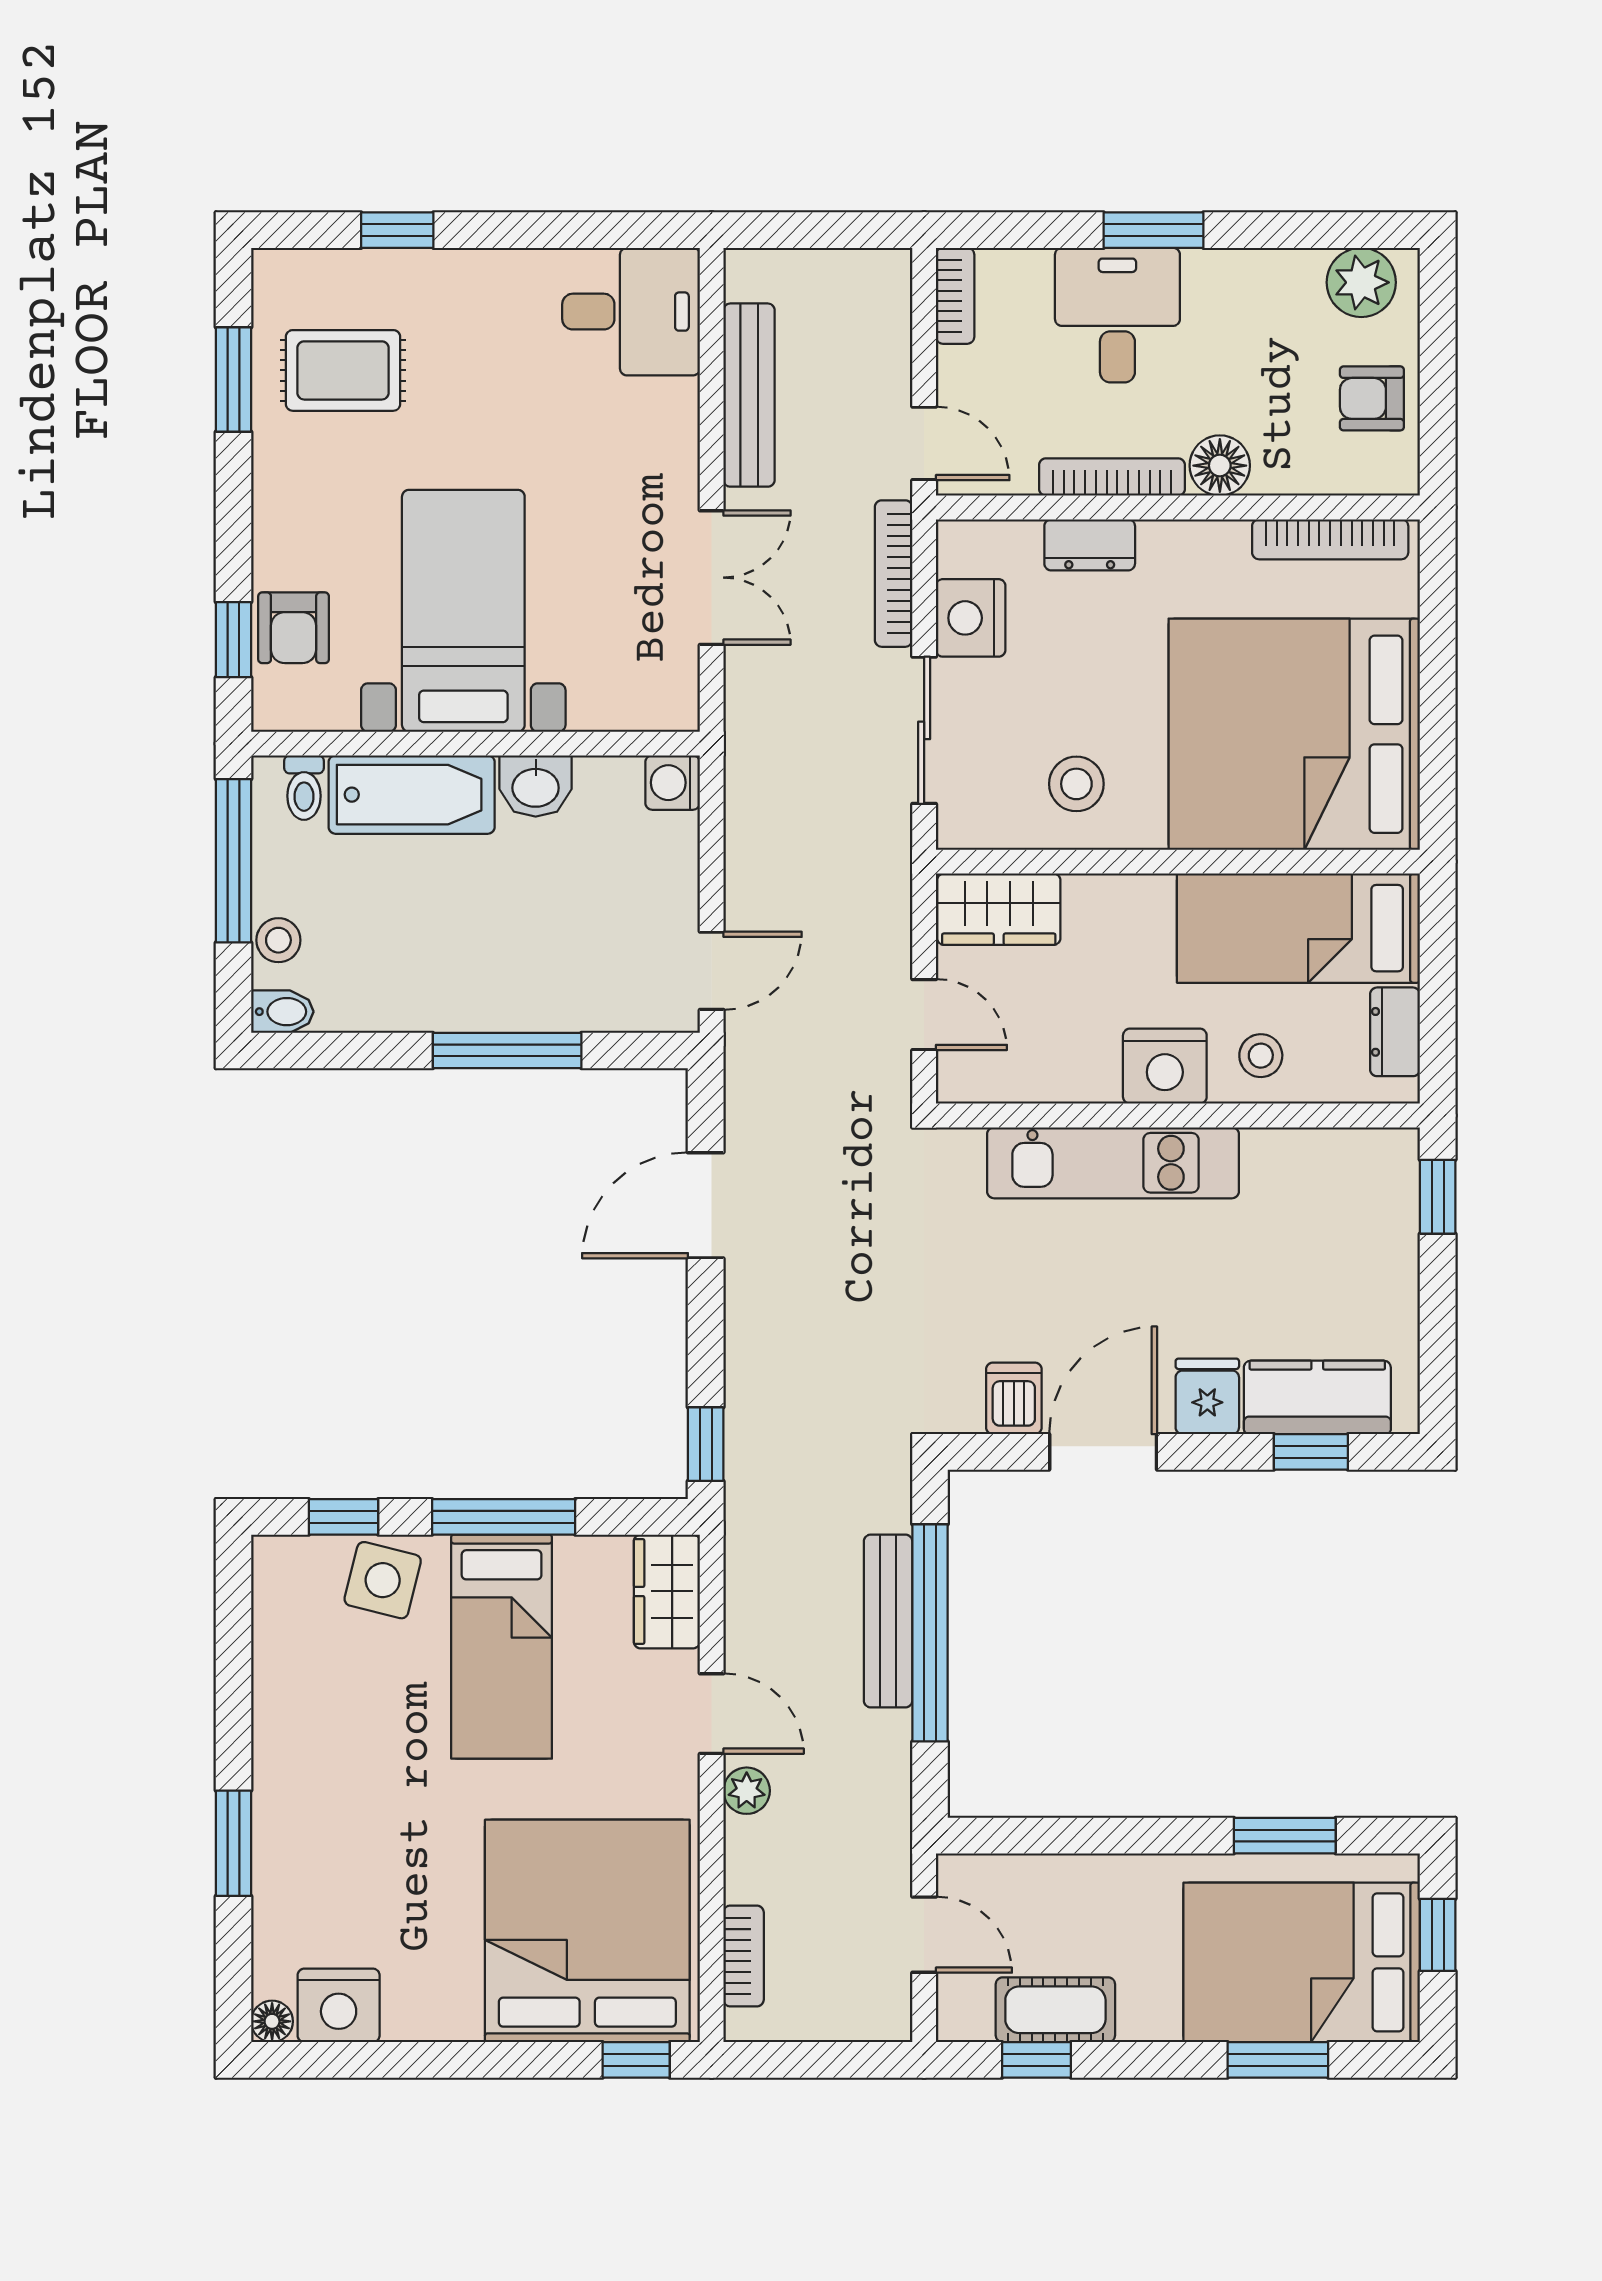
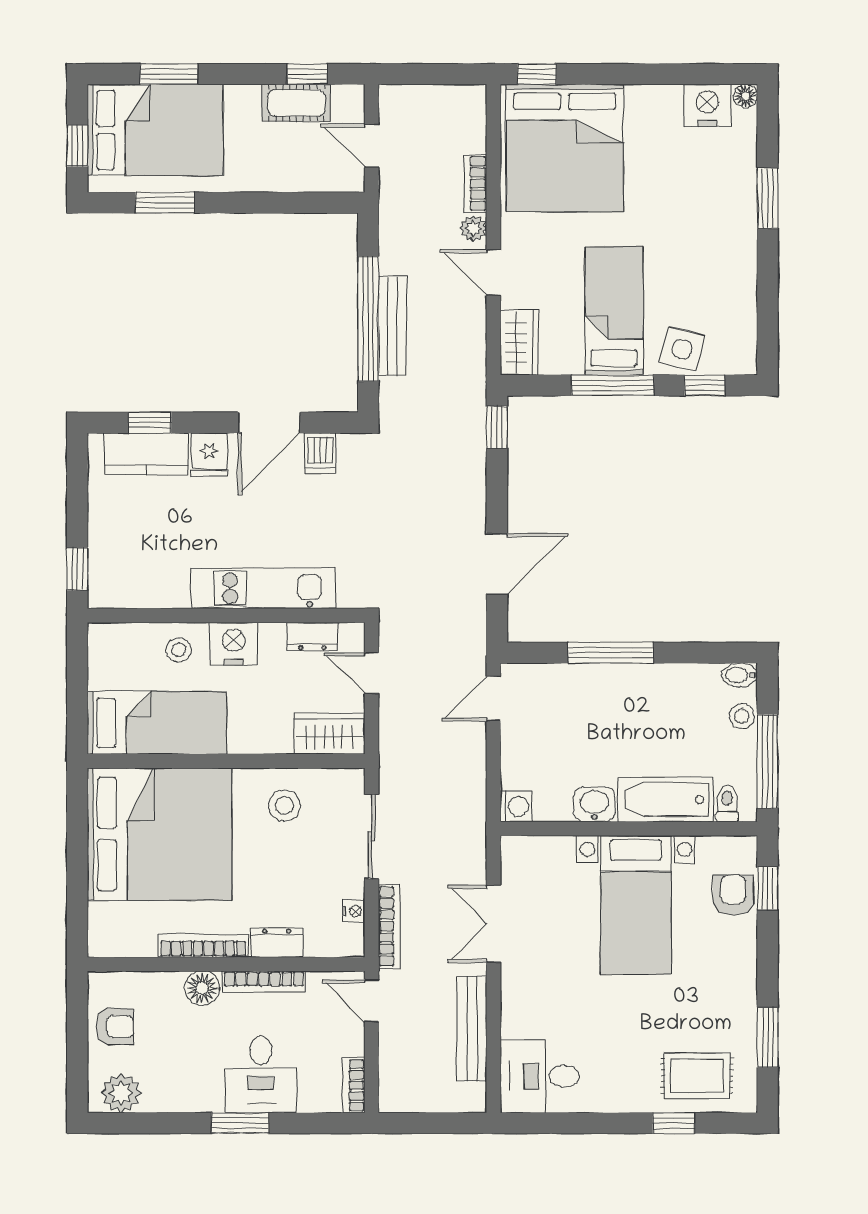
rug: (343, 370) -> (697, 1076), moved
bookcase: (1330, 539) -> (203, 946), moved
nightstand: (971, 618) -> (354, 911), width x0.53, depth x0.56
dresser: (1395, 1032) -> (312, 637), moved, turned 90
bookcase: (744, 1956) -> (475, 183), moved

